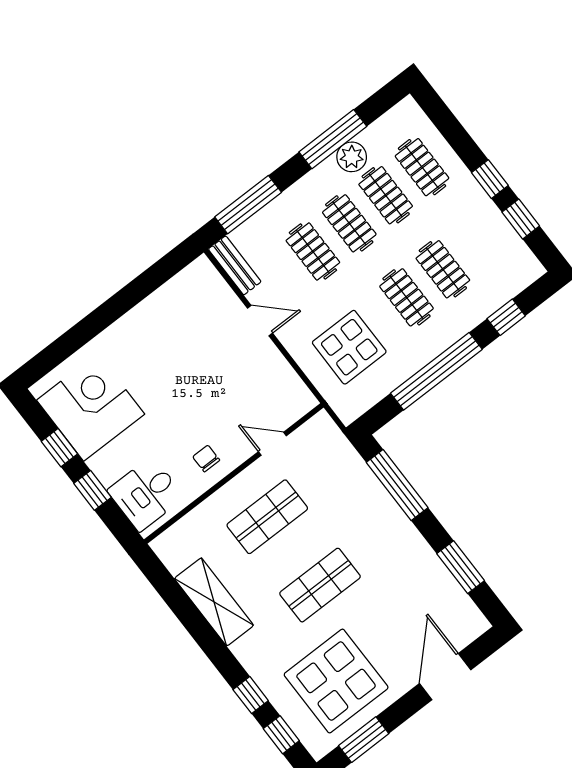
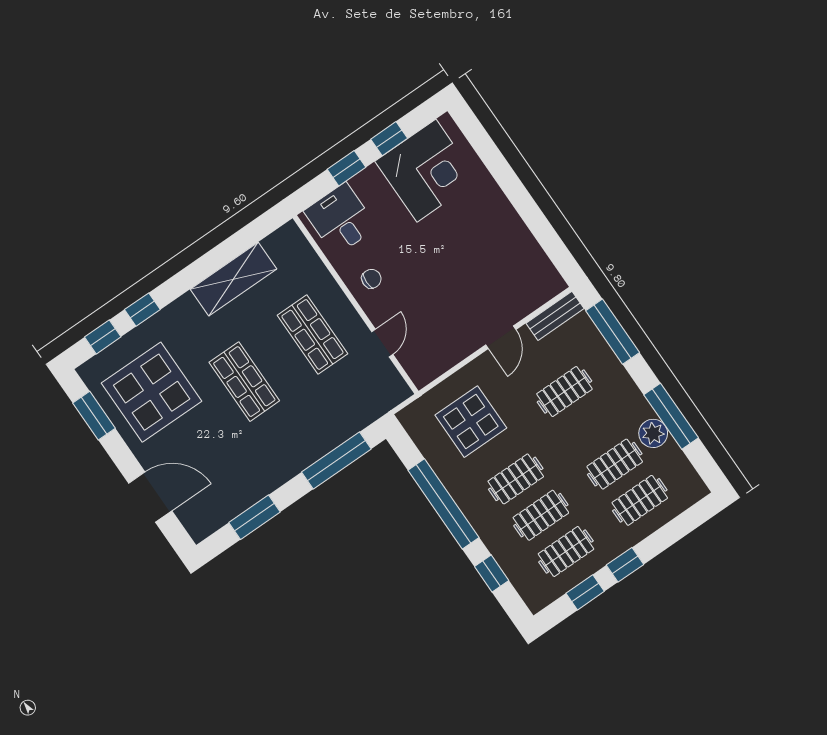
clothes rail: (349, 223) -> (566, 551), moved

